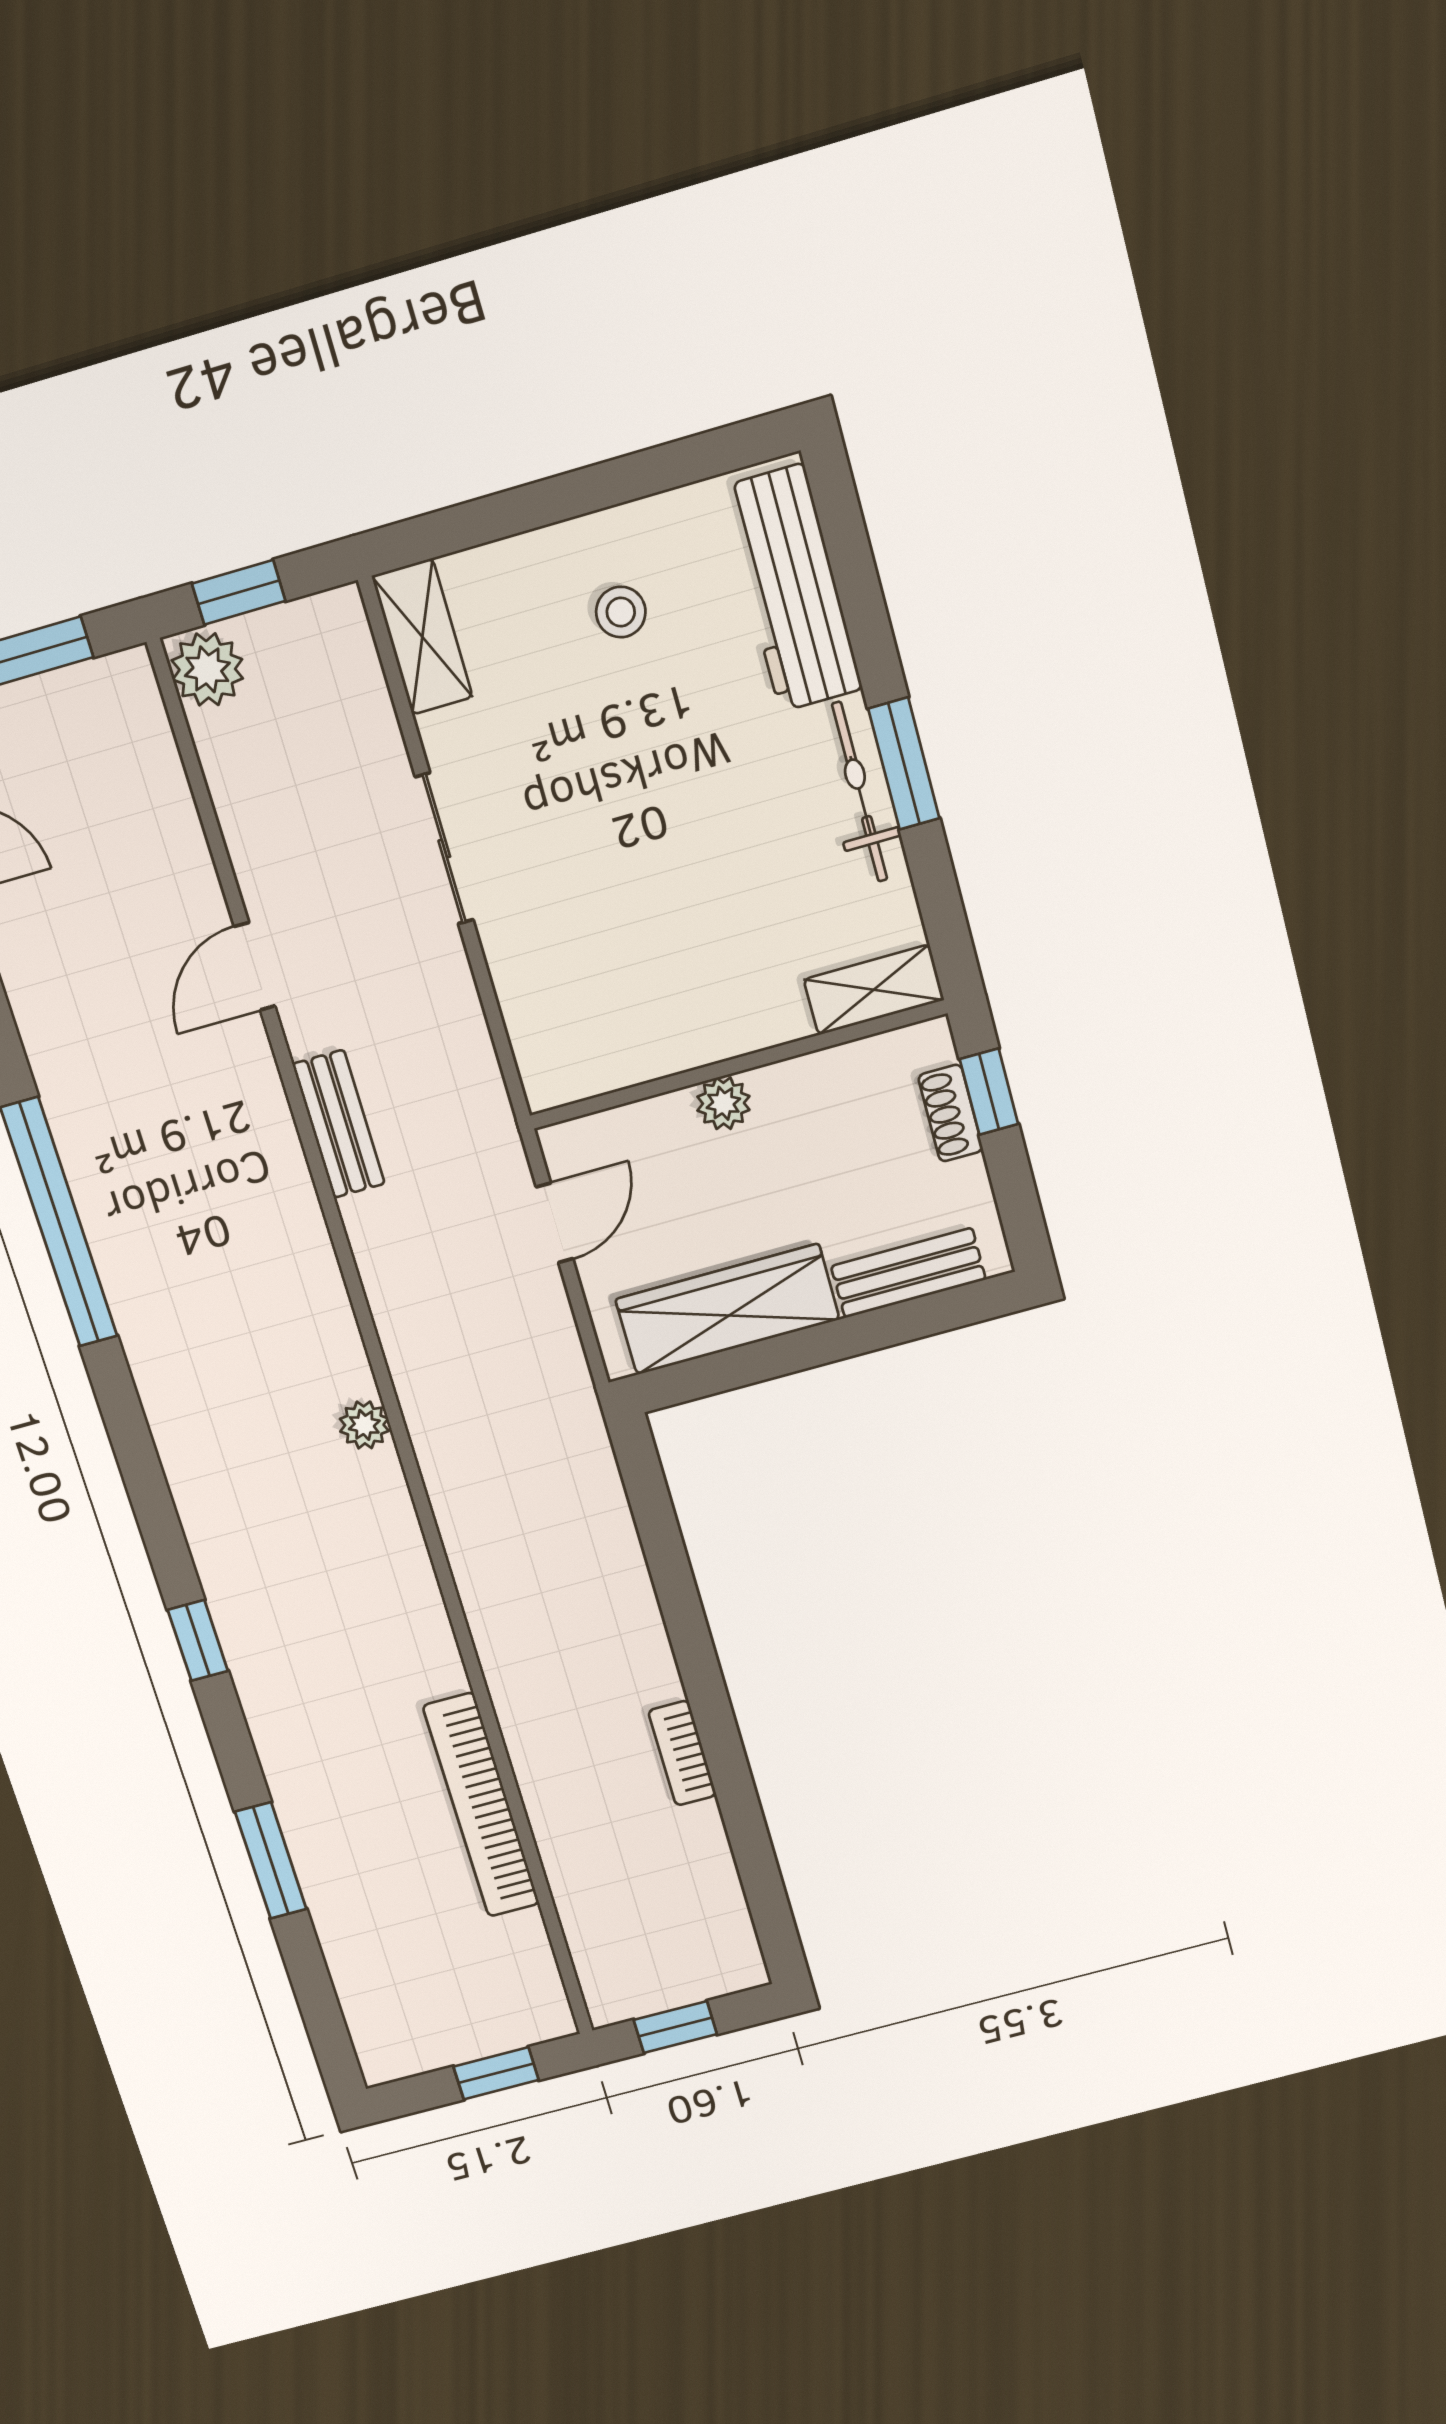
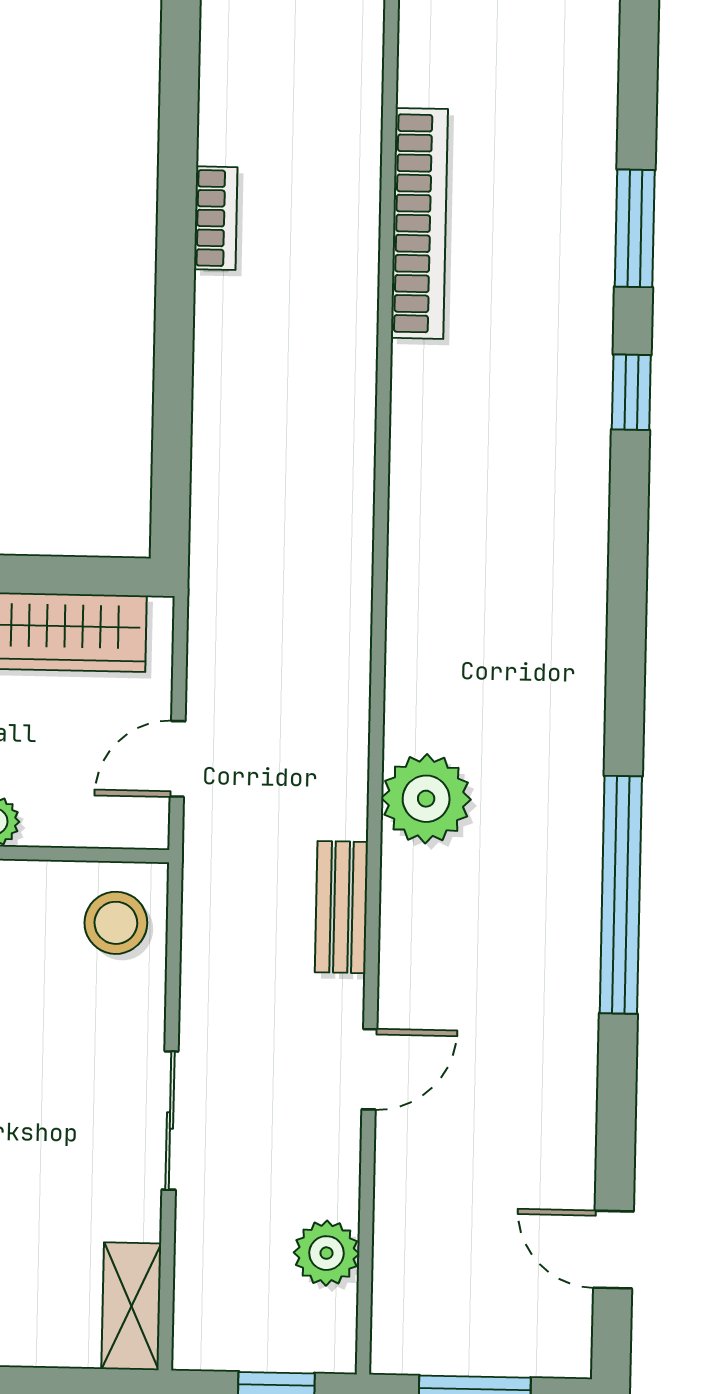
plant: (207, 669) -> (326, 1253), moved
stool: (566, 1037) -> (116, 923), added
plant: (364, 1425) -> (426, 799), moved, width x1.88, depth x1.88
window: (198, 1640) -> (631, 392), moved

